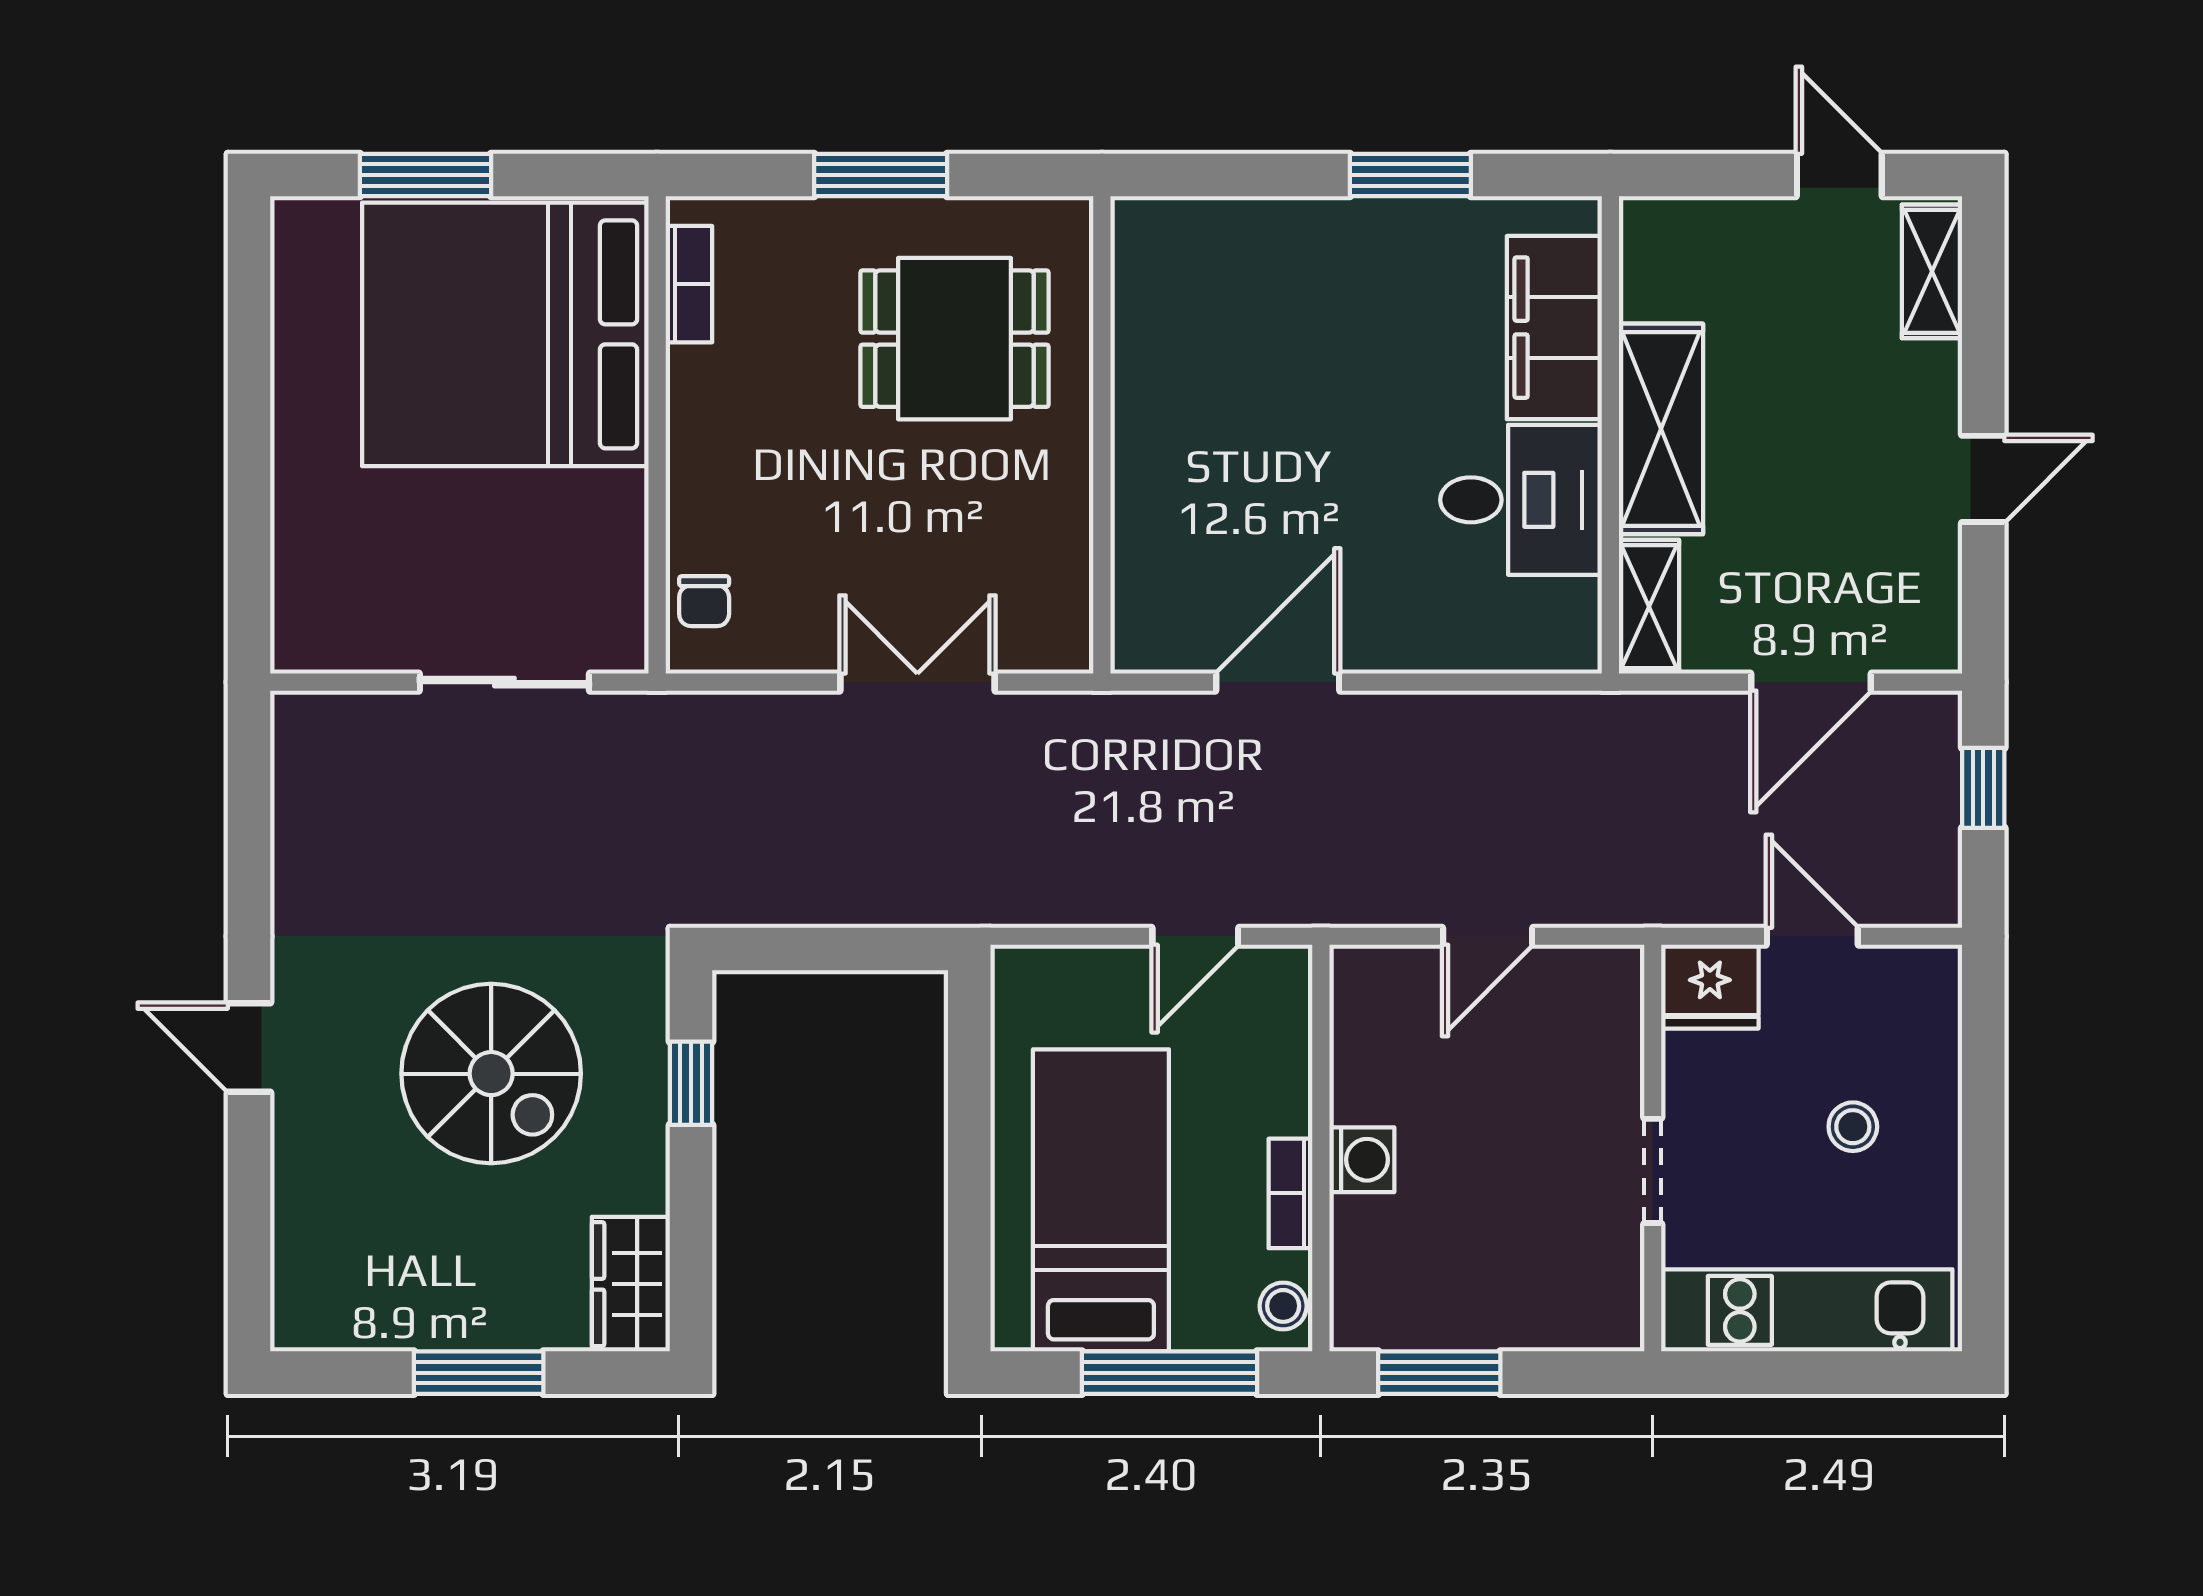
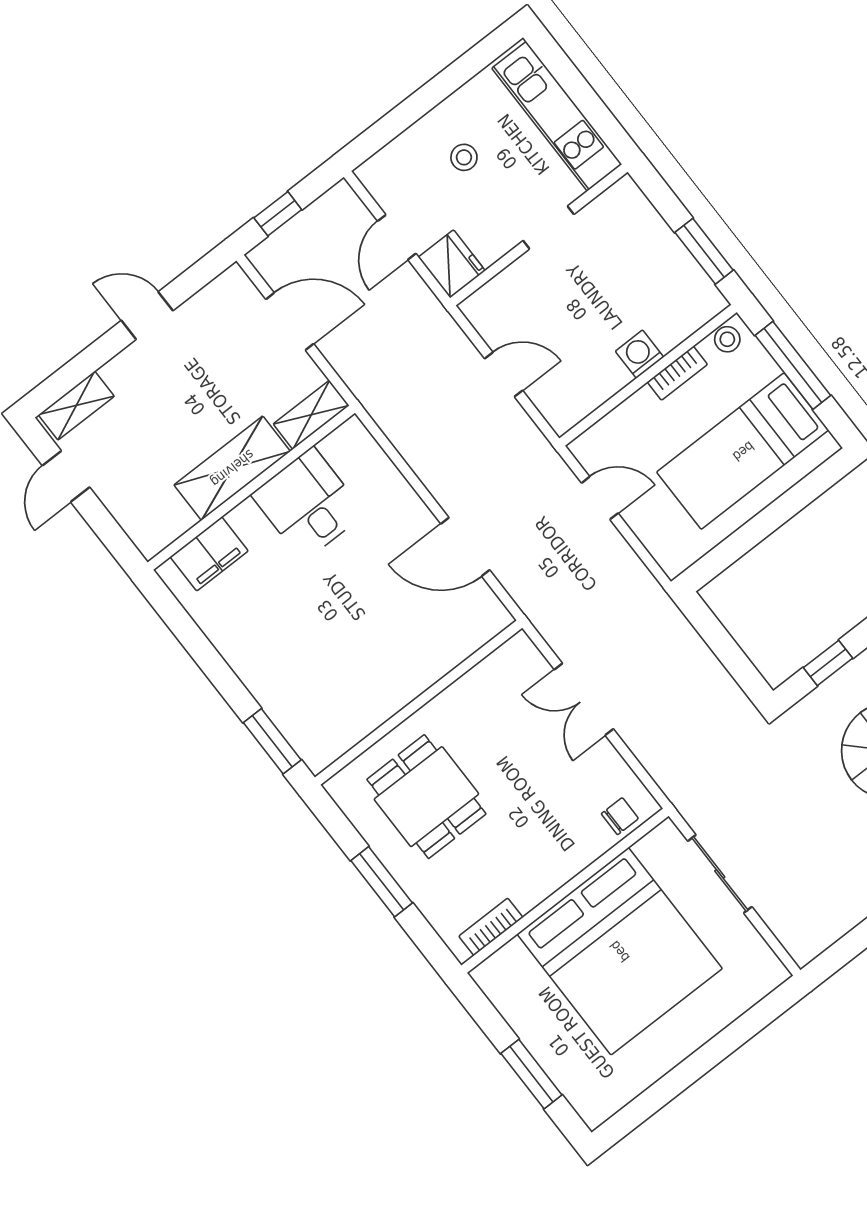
window: (1410, 175) -> (272, 741), moved
filing cabinet: (1554, 328) -> (209, 554), width x0.67, depth x0.86
bed: (505, 334) -> (620, 951), moved

